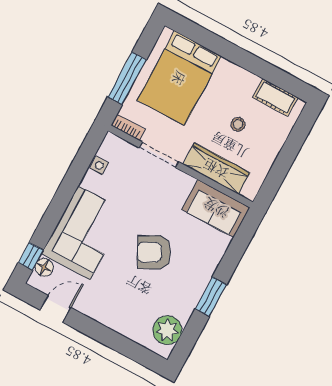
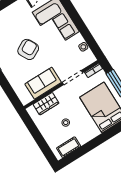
wardrobe: (216, 169) -> (46, 104), width x0.67
sofa: (216, 208) -> (43, 83), moved

